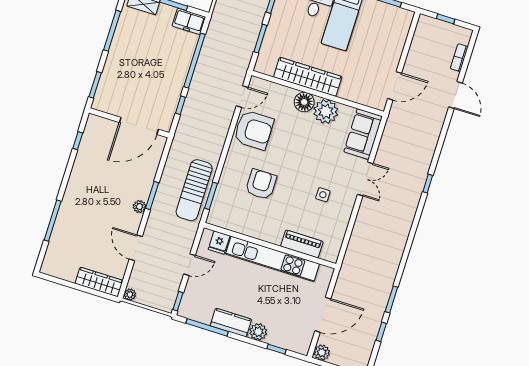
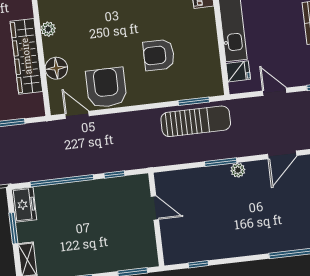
floor lamp: (304, 102) -> (56, 68), moved
plant: (326, 111) -> (48, 29), width x0.53, depth x0.53
door: (139, 126) -> (155, 208), width x0.53

